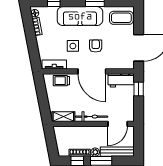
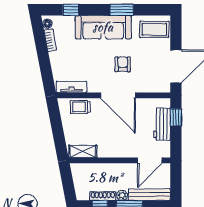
side table: (73, 46) -> (95, 64), removed
workbench: (121, 80) -> (162, 124), moved, turned 90
bicycle: (92, 117) -> (118, 151), removed

